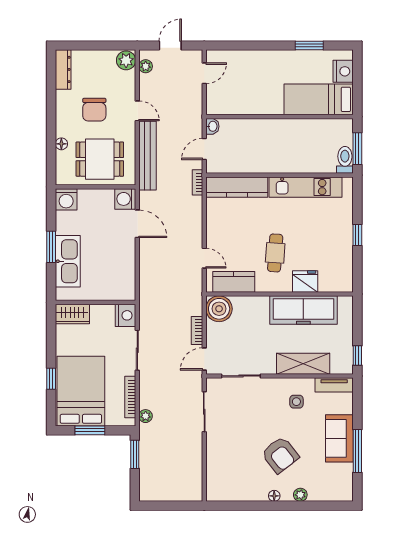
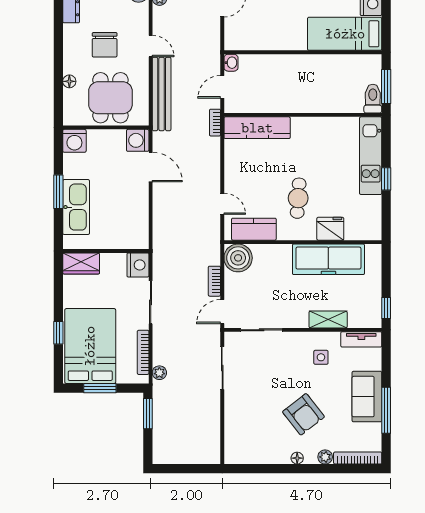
dining table: (100, 159) -> (110, 98), turned 90
kitchen unit: (305, 187) -> (371, 156), moved, turned 90
shelving: (303, 364) -> (328, 320), width x0.67, depth x0.75
bookcase: (331, 496) -> (358, 458), added

